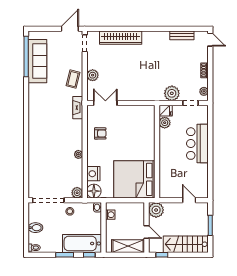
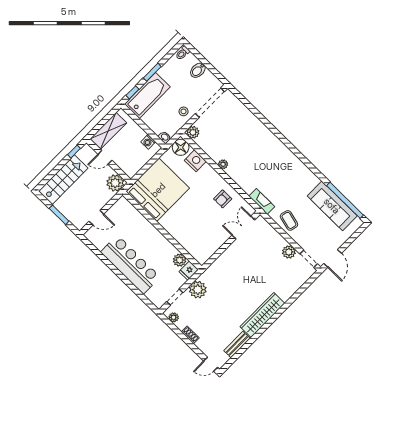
wardrobe: (121, 38) -> (262, 315), moved
plant: (93, 75) -> (289, 252), moved
double door: (105, 103) -> (243, 228), swing flipped
bar counter: (197, 144) -> (130, 264), width x1.36

